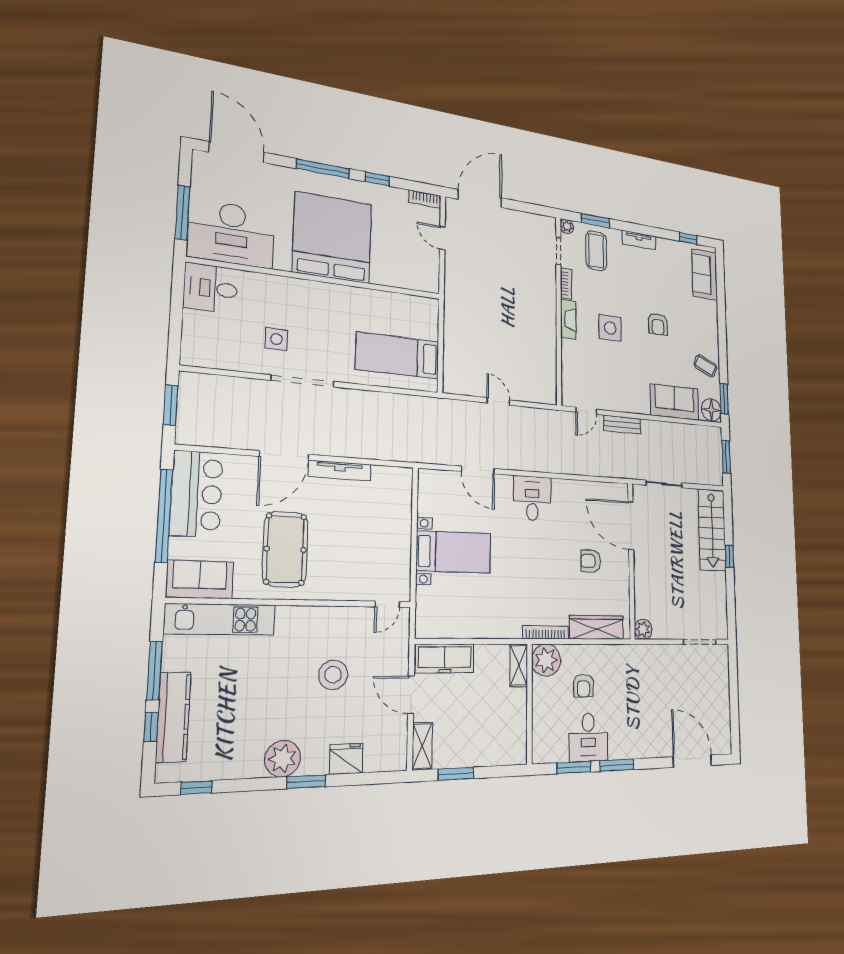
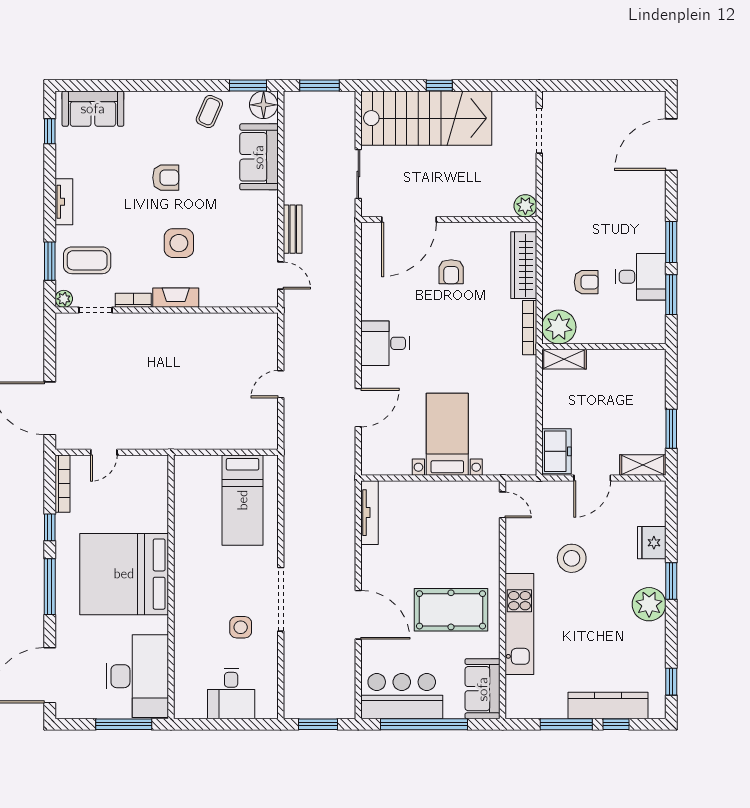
bookcase: (425, 199) -> (62, 484), width x1.56
desk: (211, 288) -> (231, 693), moved
tv unit: (340, 471) -> (370, 513), moved
stairs: (712, 530) -> (426, 118), width x1.36, depth x1.51
kitchen unit: (220, 619) -> (519, 624), moved
freezer: (445, 658) -> (556, 451), width x0.71

